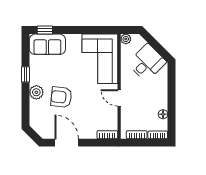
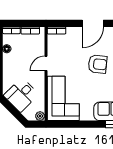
door: (119, 98) -> (46, 63), swing flipped
door: (67, 143) -> (93, 23), hinge flipped

